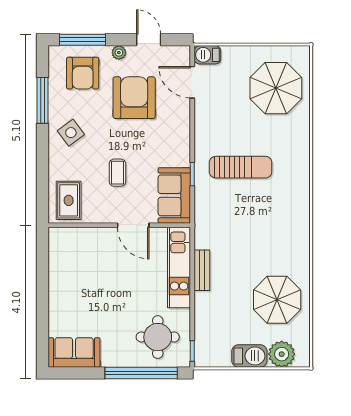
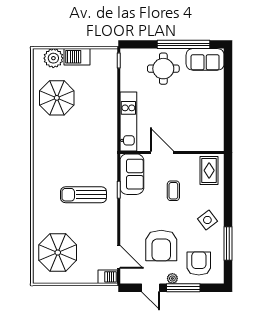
window: (82, 40) -> (183, 288), moved
bench: (202, 270) -> (112, 119), removed
round table: (158, 337) -> (163, 69), moved
window: (141, 373) -> (183, 44), moved

